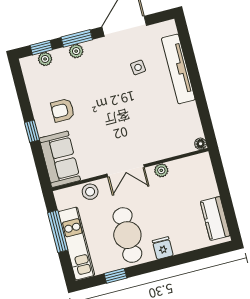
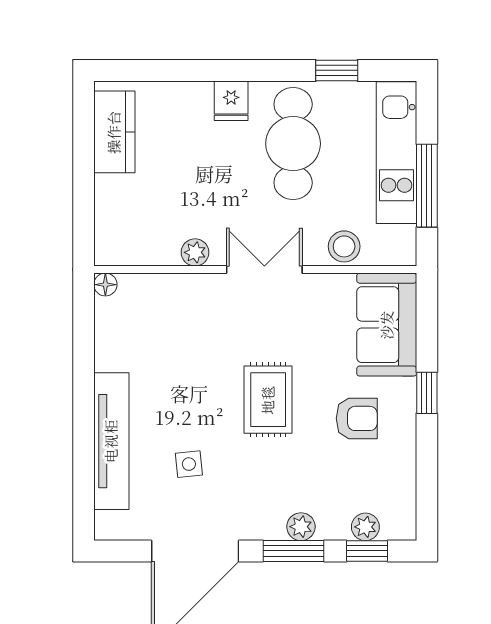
rug: (108, 108) -> (268, 400), added

